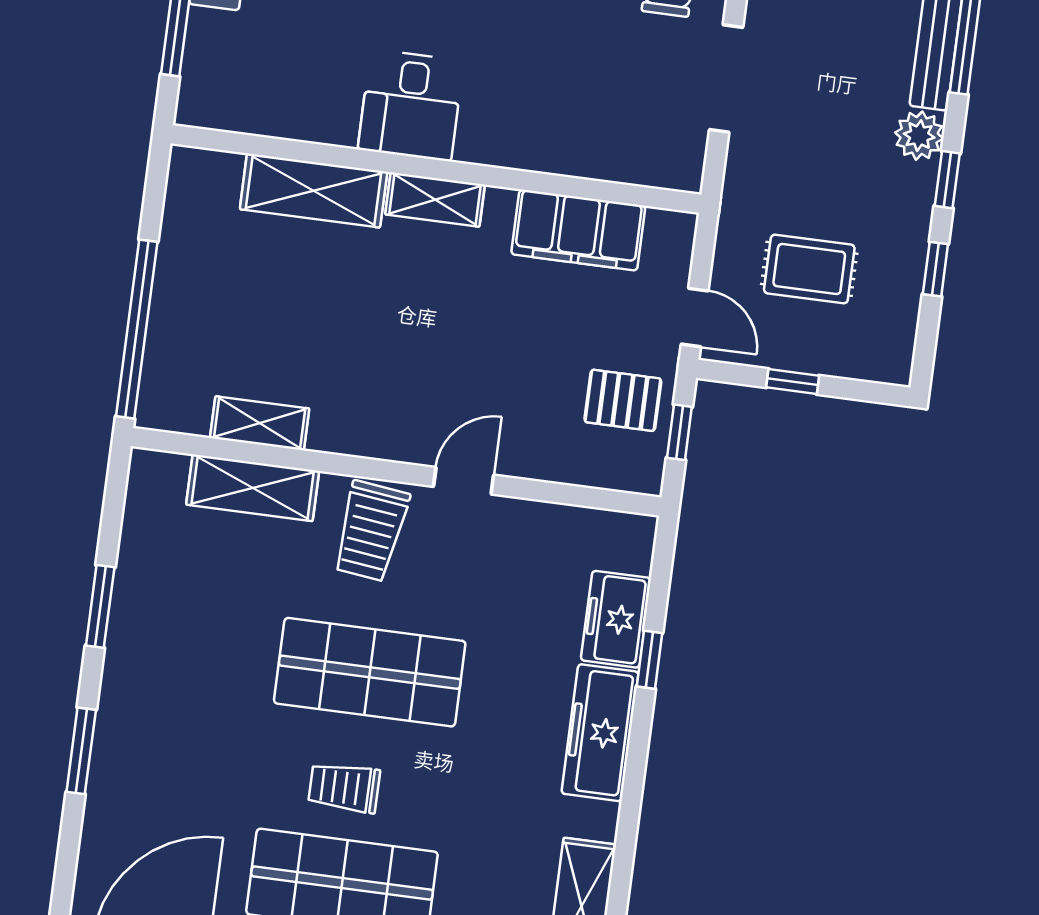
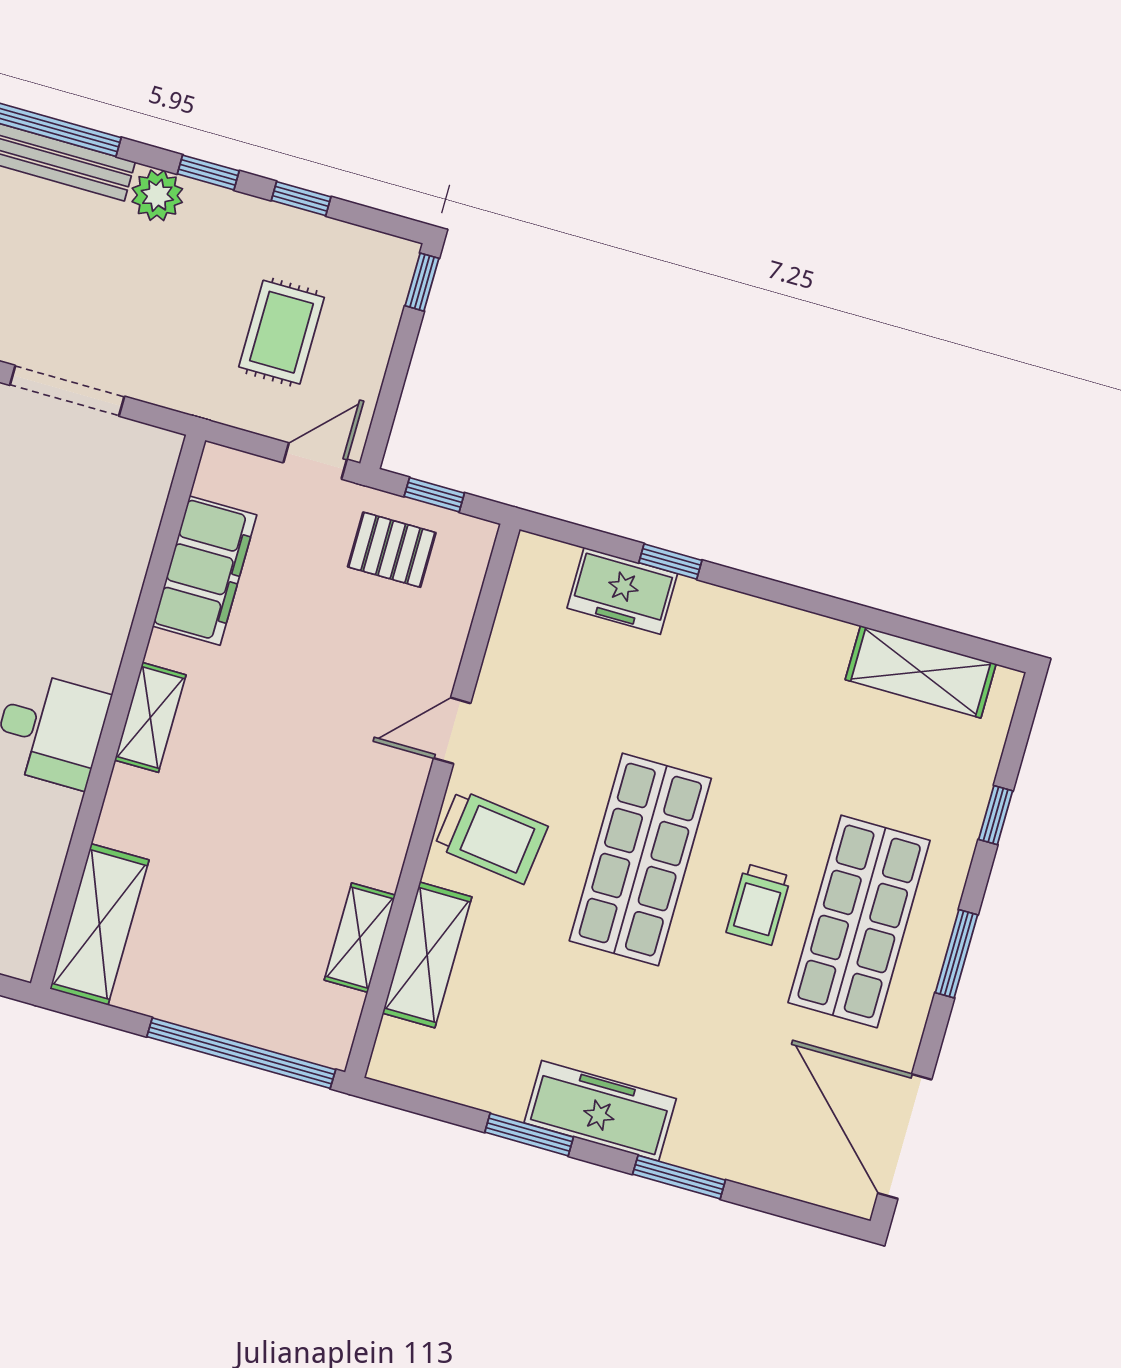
shelving: (314, 191) -> (99, 924), moved
window: (793, 381) -> (422, 282), moved
pallet: (623, 400) -> (392, 550), turned 90
door: (464, 481) -> (452, 731), hinge flipped
freezer: (600, 733) -> (600, 1111), moved, turned 180

